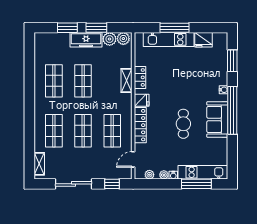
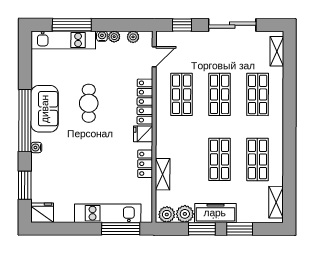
window: (175, 28) -> (121, 229), moved
fridge: (204, 40) -> (42, 213), moved
shelving: (40, 48) -> (276, 202), added
shelving: (127, 80) -> (163, 174), moved

